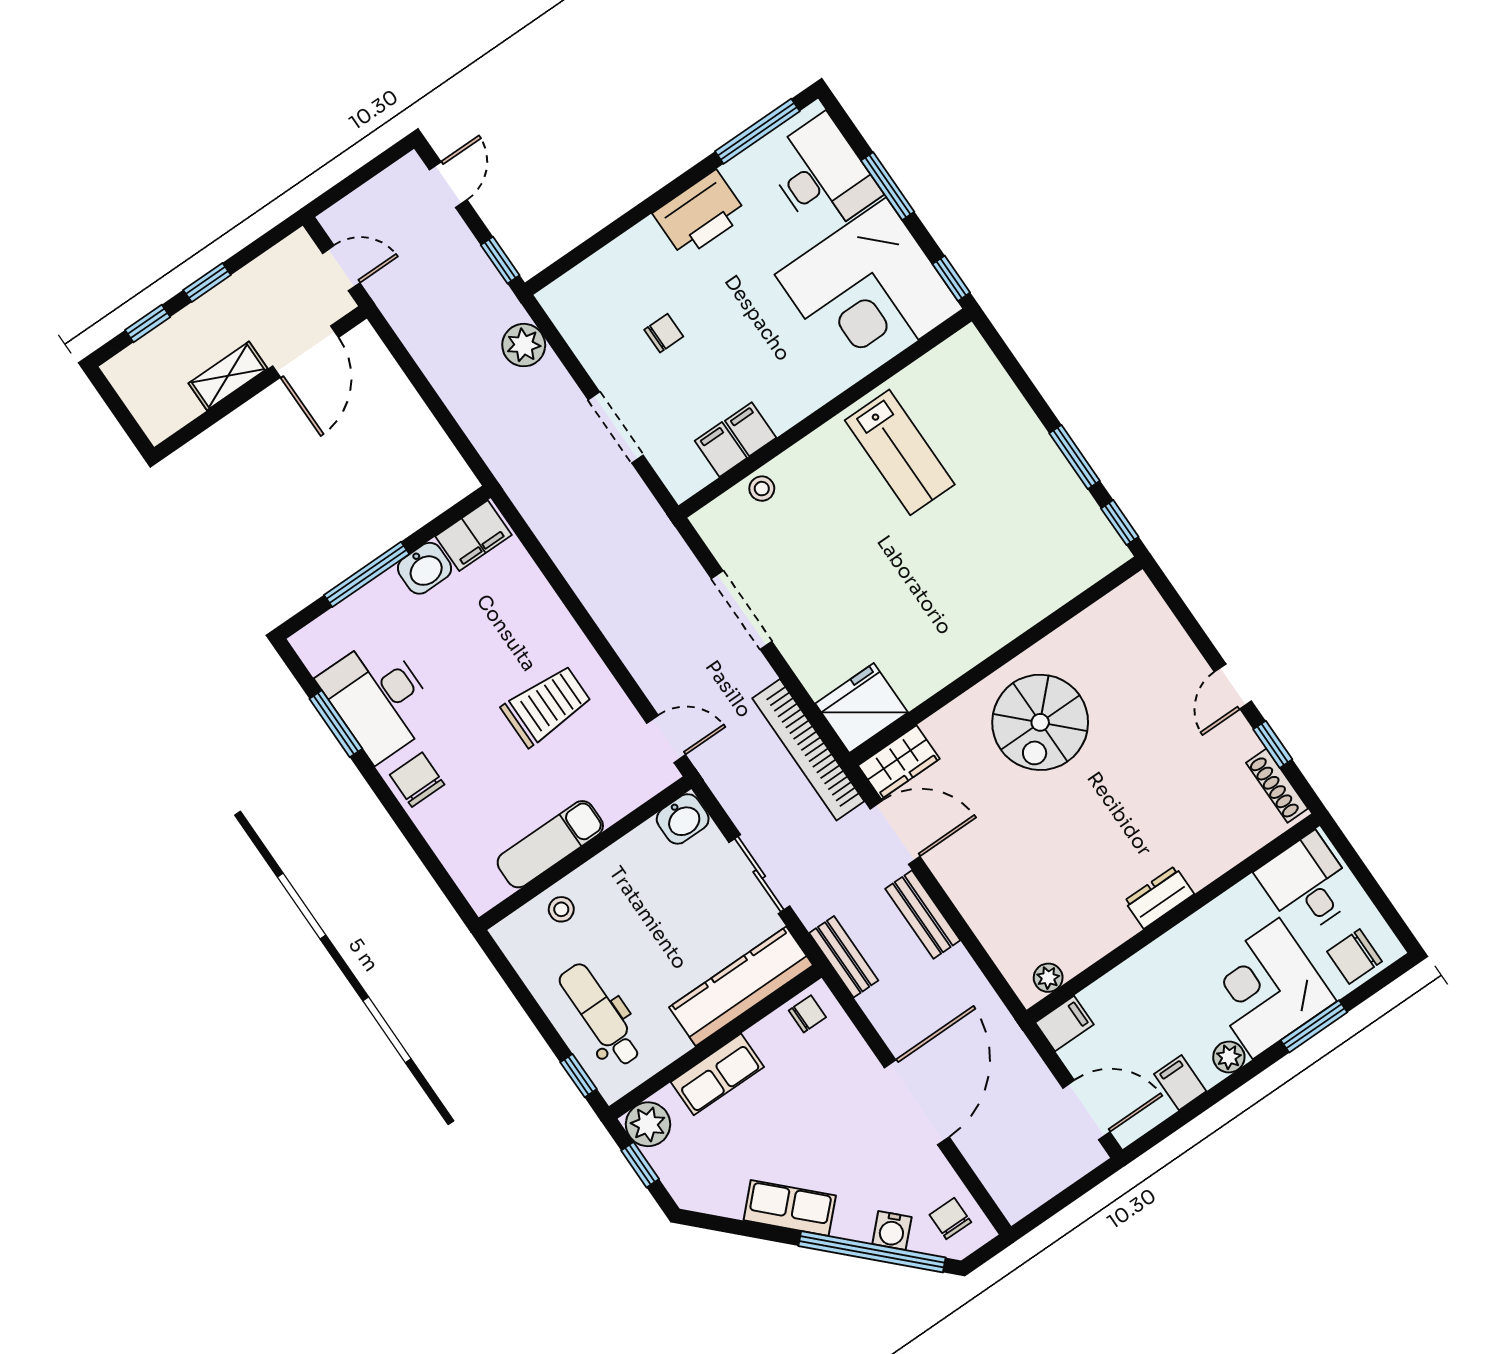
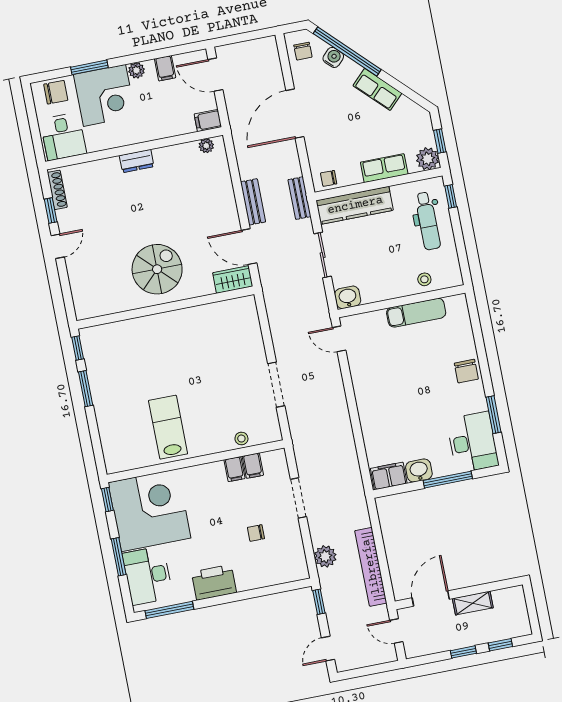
desk: (379, 699) -> (473, 442), moved
trolley: (546, 706) -> (389, 380), removed
fridge: (862, 708) -> (239, 313), removed
bookcase: (808, 750) -> (371, 567), moved, turned 180

